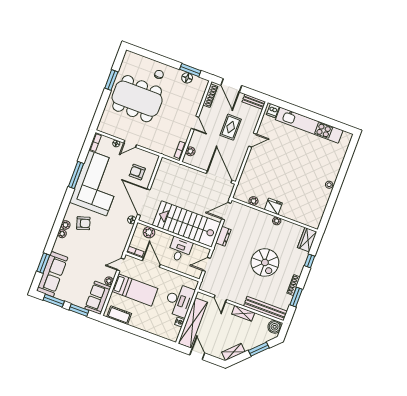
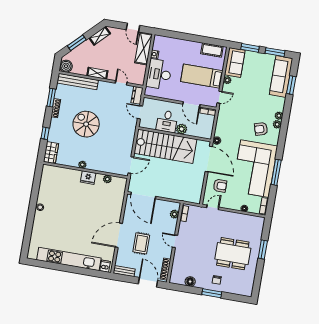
window: (190, 70) -> (212, 293), moved
window: (111, 80) -> (263, 250), moved
dining table: (137, 99) -> (233, 254), width x0.73, depth x0.80
door: (253, 140) -> (119, 235), width x1.88
door: (130, 144) -> (213, 207), moved
plant: (149, 232) -> (182, 129), moved
dresser: (223, 236) -> (137, 95), moved
door: (206, 264) -> (140, 112), swing flipped
shelving: (193, 323) -> (144, 48), width x0.68

